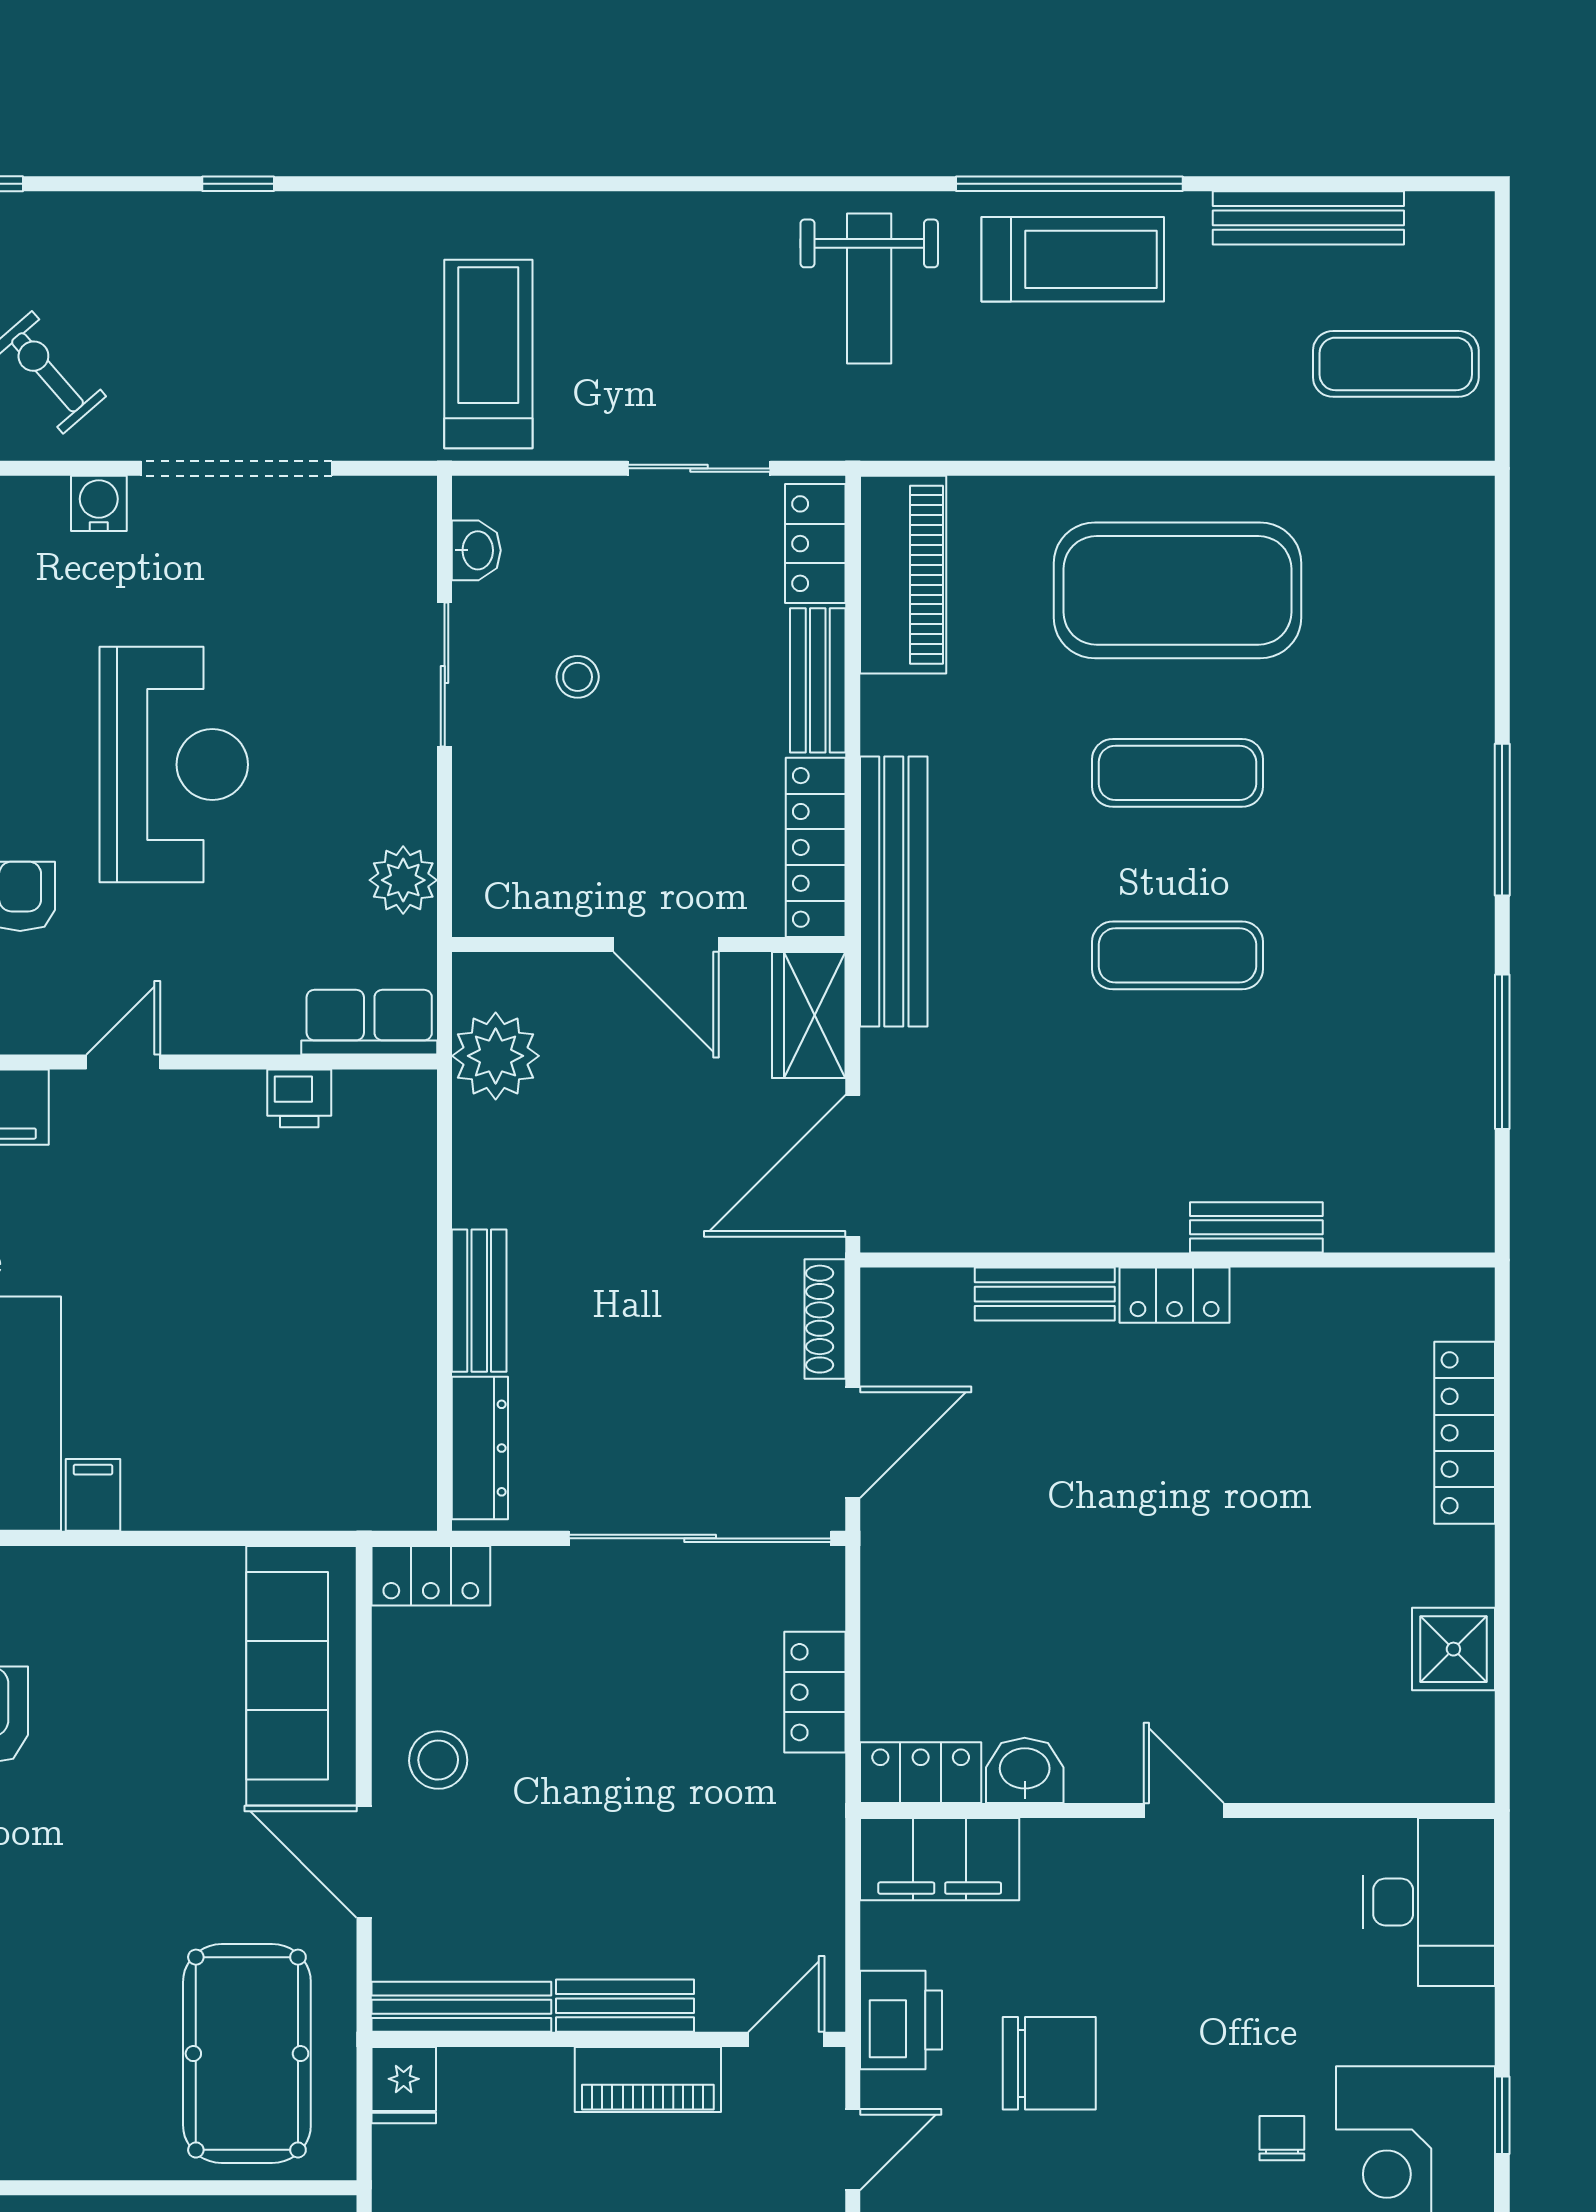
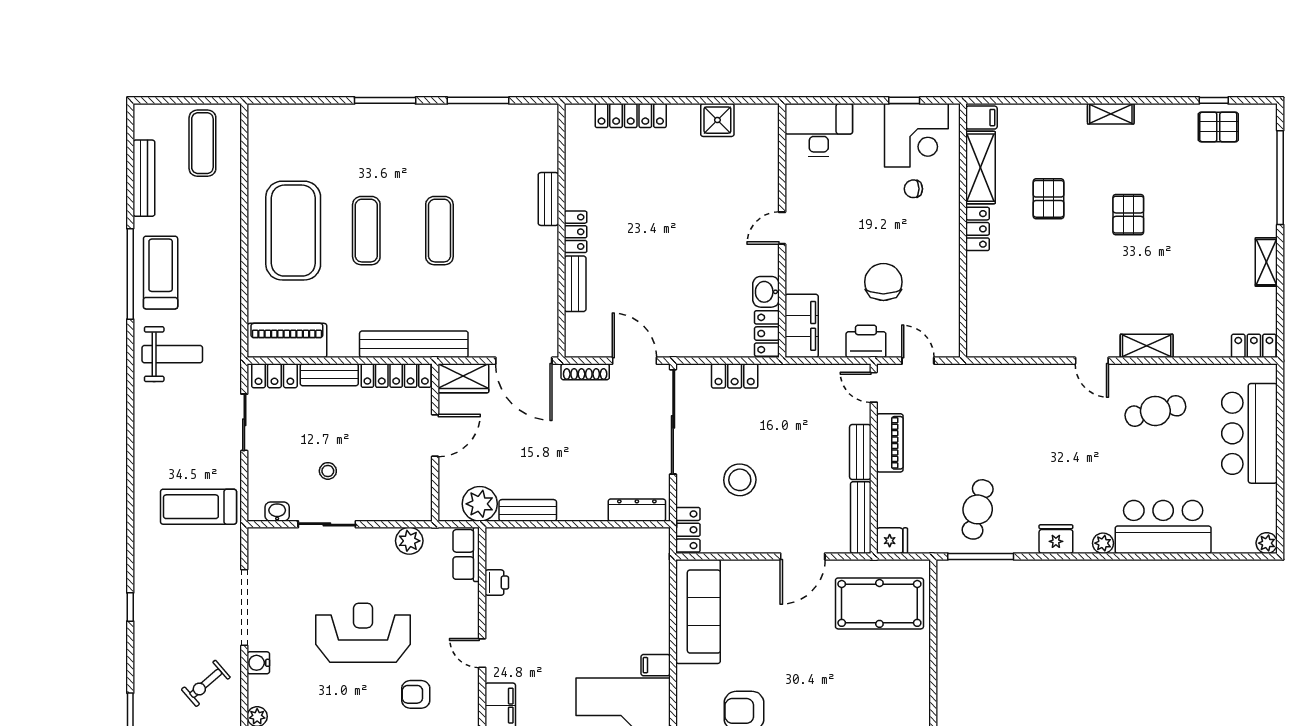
bench: (479, 1301) -> (528, 510), moved
sofa: (301, 1676) -> (698, 612), moved, turned -90
stool: (438, 1760) -> (740, 480), moved, width x1.38, depth x1.38

